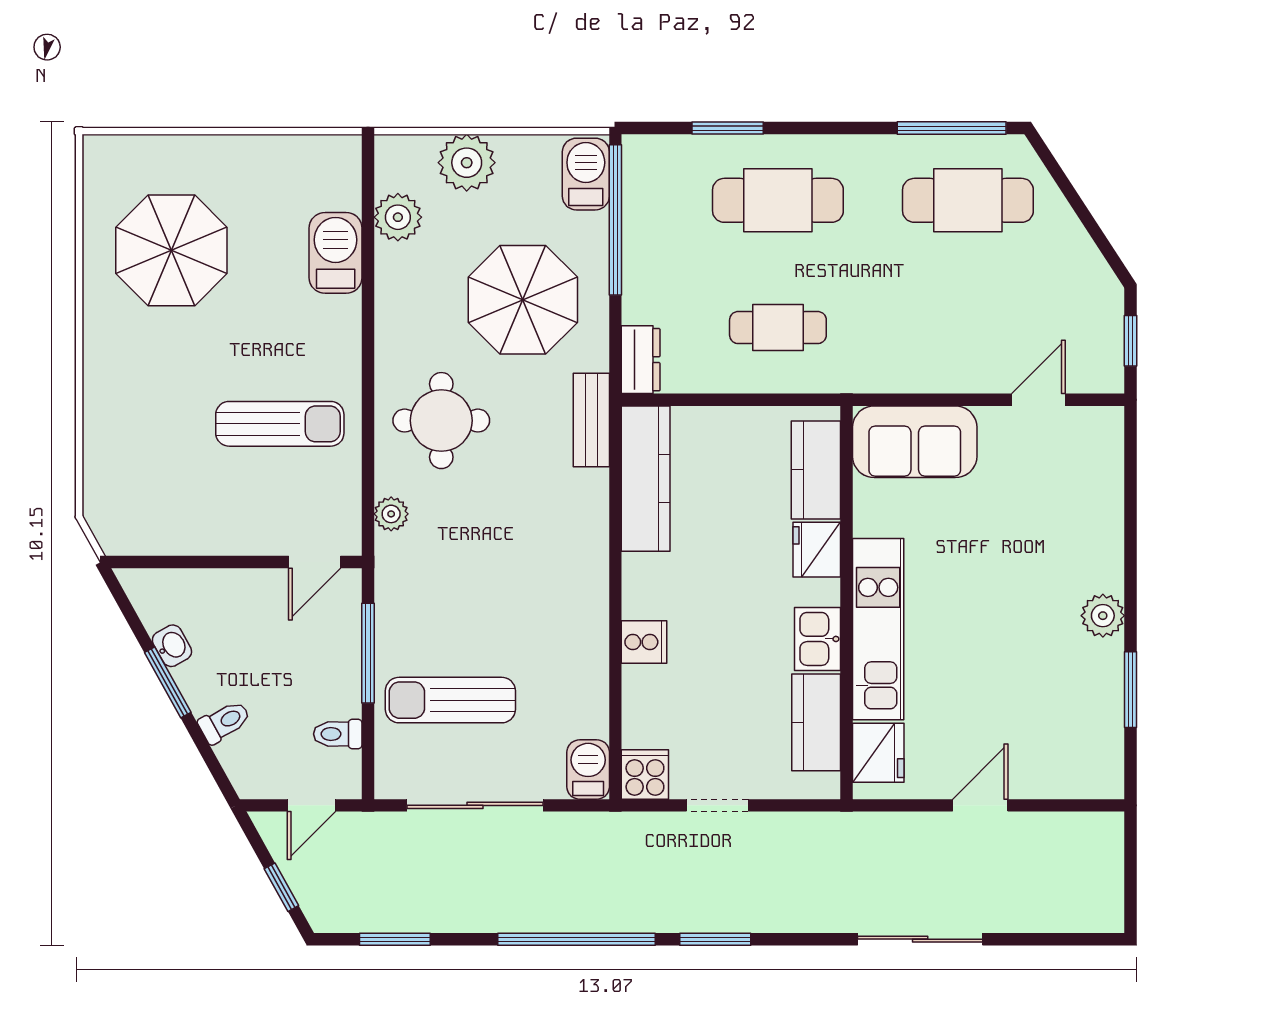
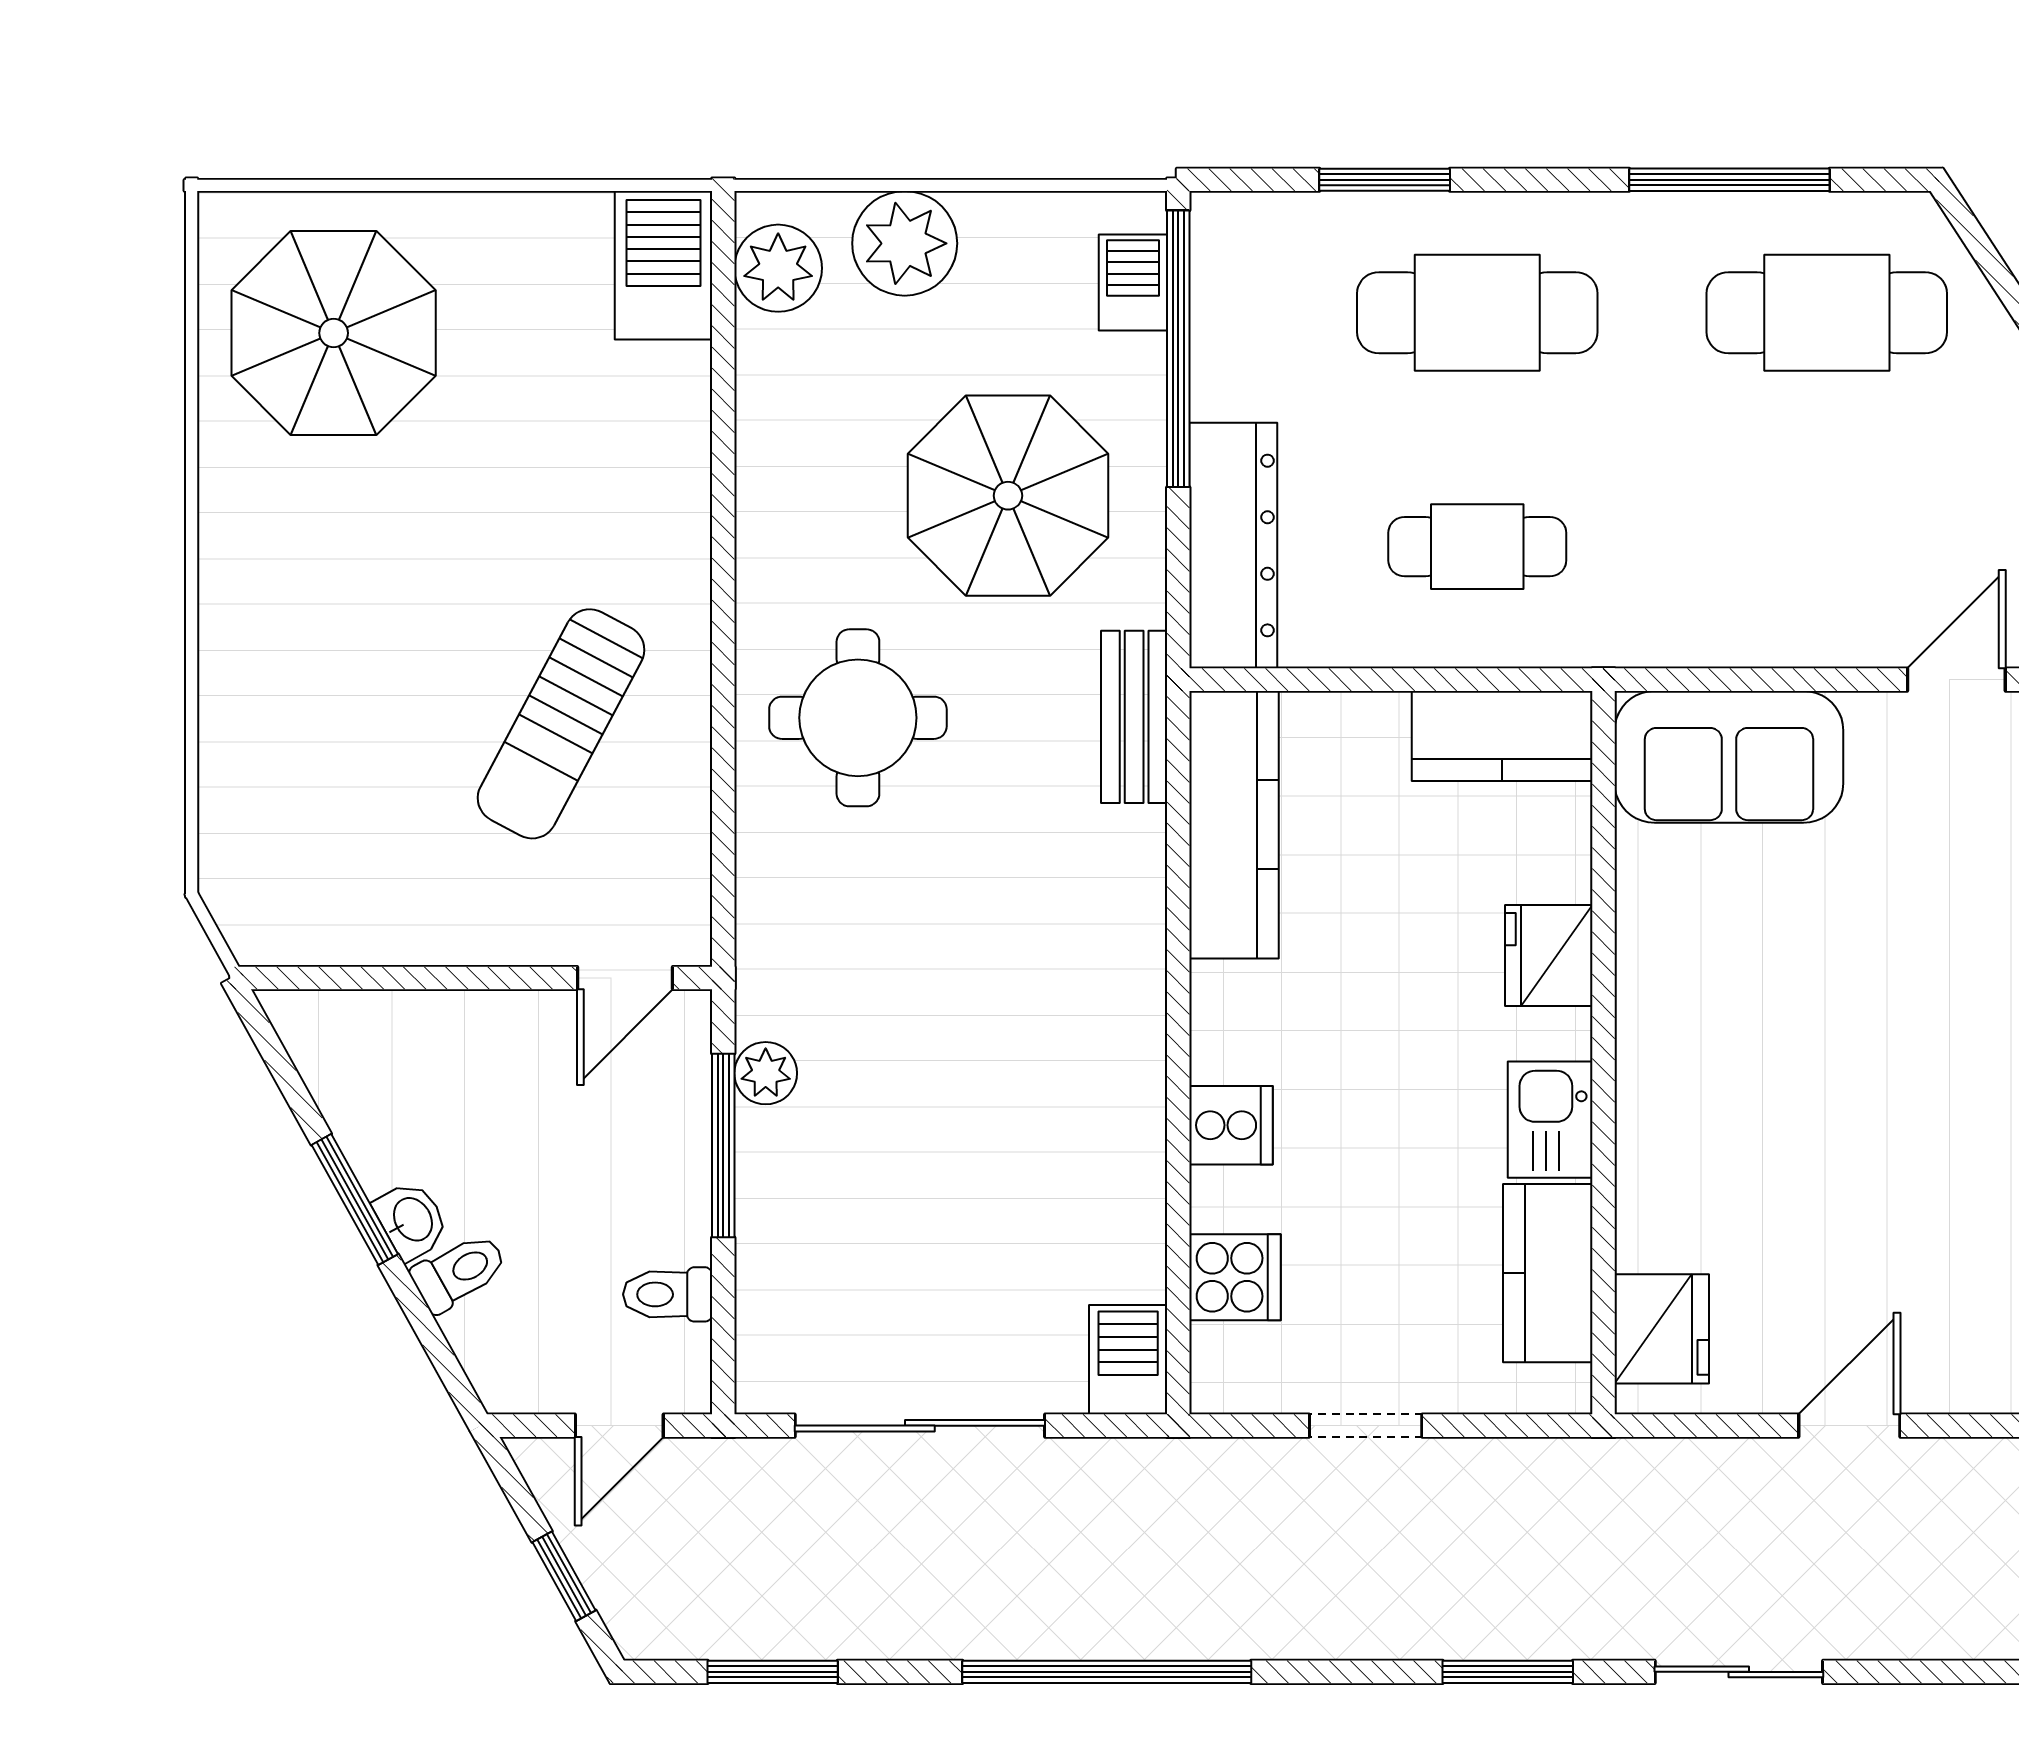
window: (952, 128) -> (1729, 180), moved
barbecue: (586, 174) -> (1133, 282), width x0.73, depth x0.79
plant: (398, 217) -> (778, 268), moved
parasol: (171, 250) -> (334, 333), moved
barbecue: (336, 253) -> (663, 265), moved
dresser: (641, 360) -> (1233, 546), width x1.96, depth x1.24
sun lounger: (280, 424) -> (561, 724), turned 118
kitchen counter: (816, 470) -> (1502, 736), moved, turned -90
plant: (391, 514) -> (766, 1073), moved
kitchen unit: (878, 629) -> (1662, 1101), removed
washbasin: (172, 646) -> (411, 1220), moved
sun lounger: (450, 700) -> (875, 1232), removed
cooker: (645, 775) -> (1235, 1277), moved, turned 90
window: (715, 939) -> (1508, 1672), moved
sliding door: (920, 939) -> (1739, 1672), width x0.73

